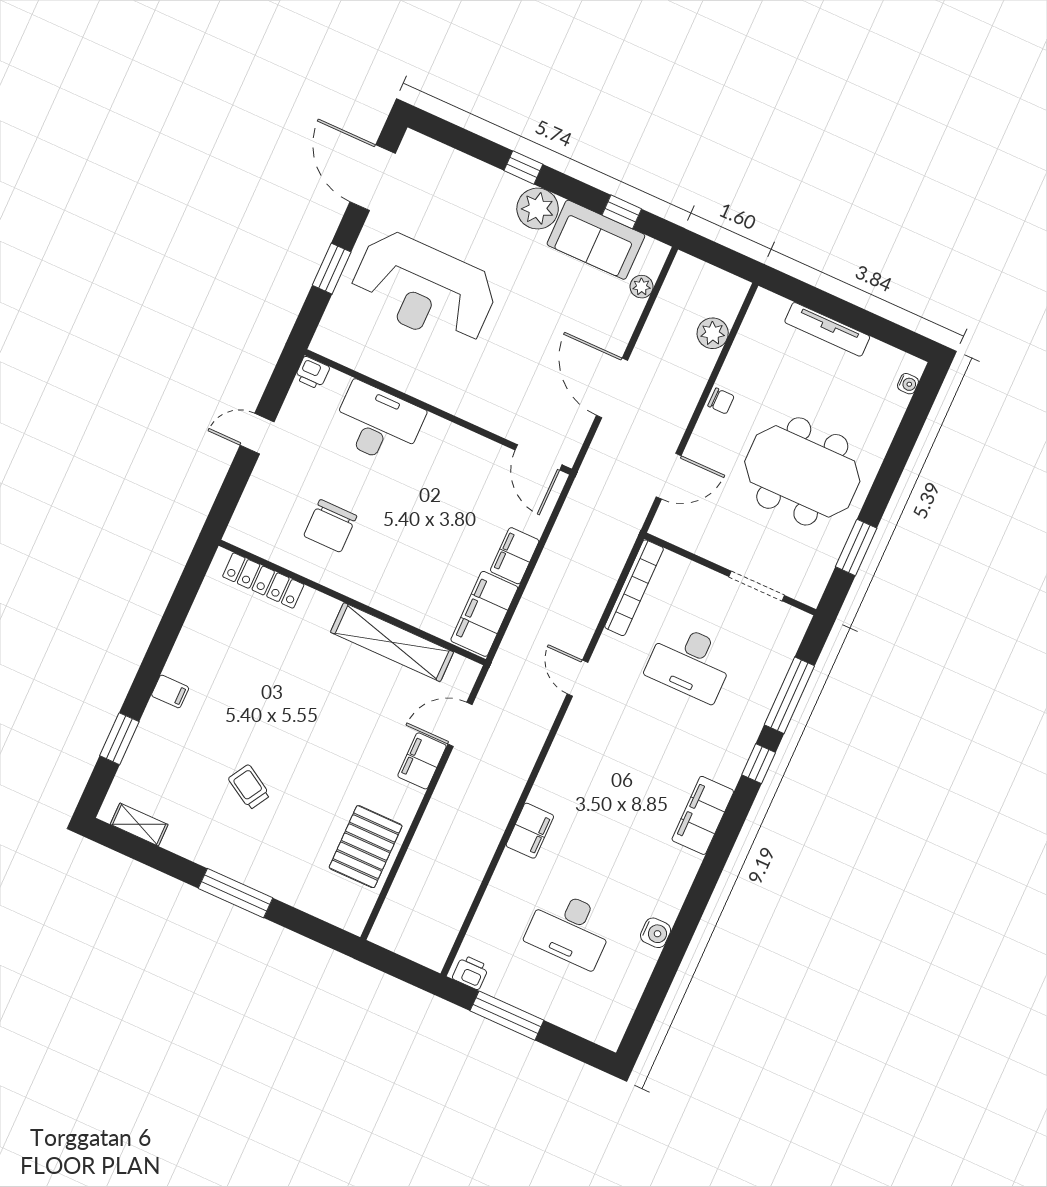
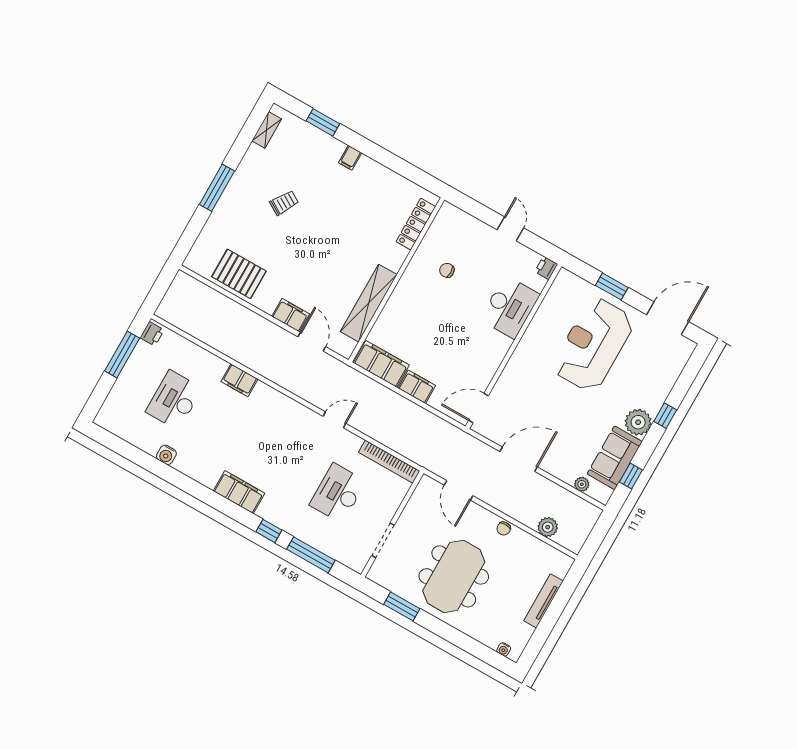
chair: (330, 526) -> (447, 270), width x0.54, depth x0.54

